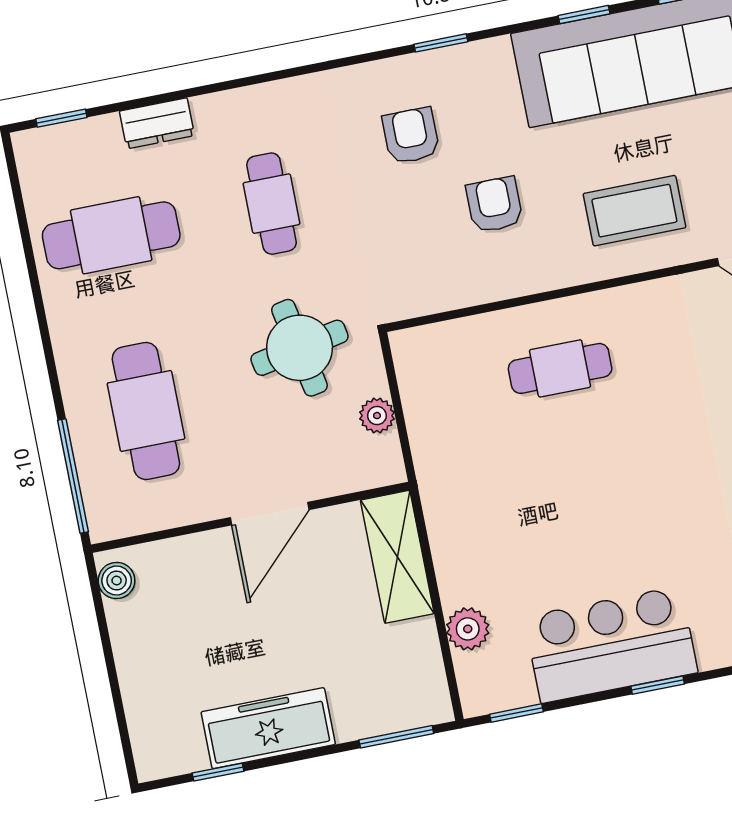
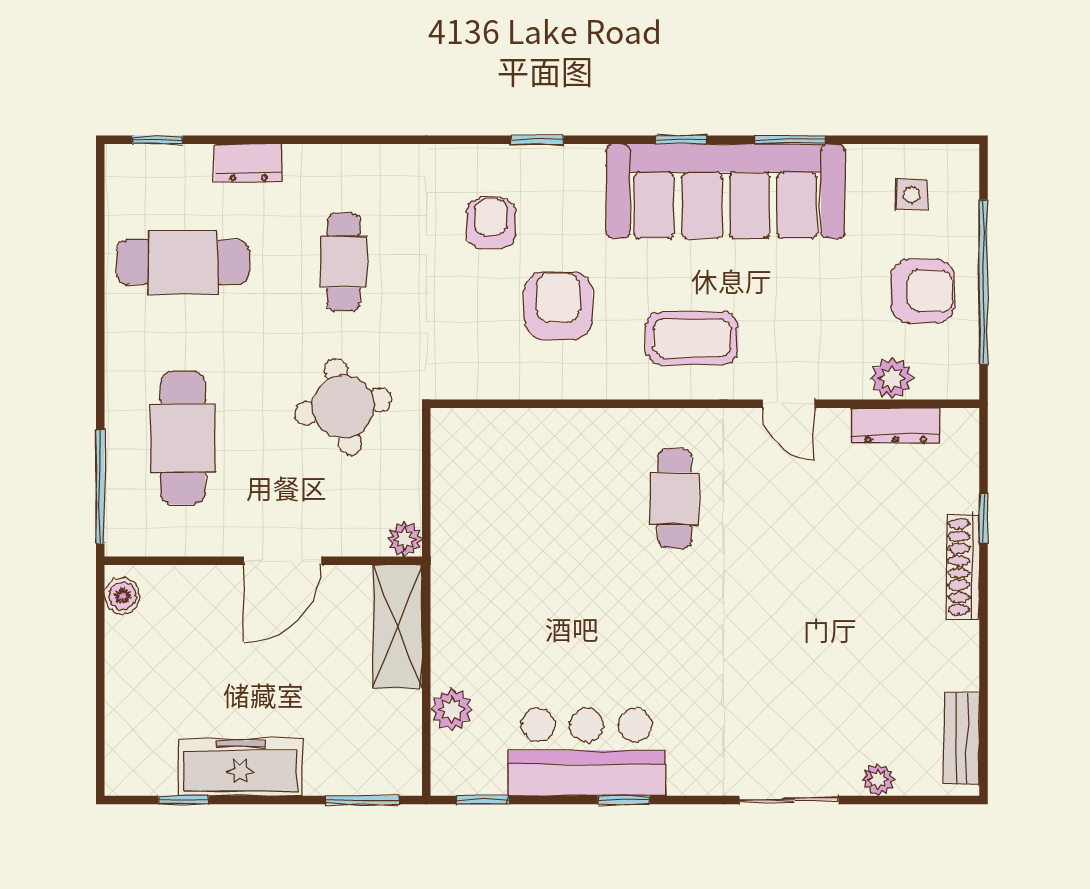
armchair: (494, 205) -> (558, 306), width x1.38, depth x1.38
cafe table: (560, 368) -> (674, 498), moved, turned 90
plant: (377, 416) -> (405, 539), moved

